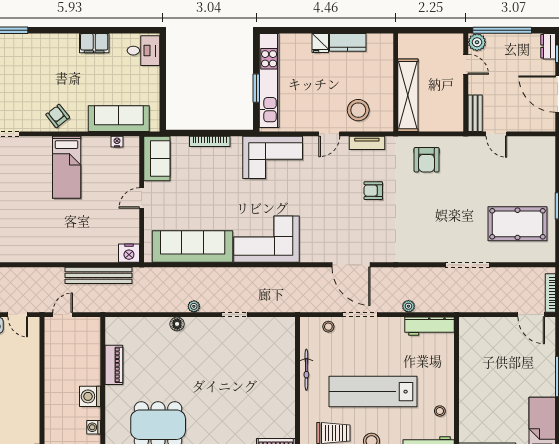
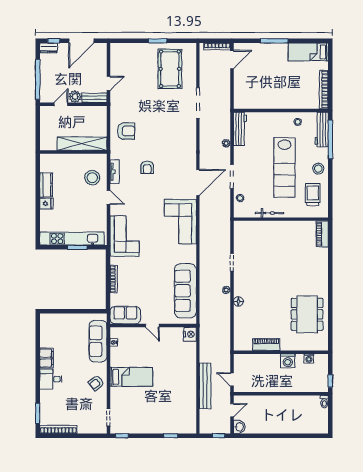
plant: (477, 42) -> (75, 97), moved
desk: (143, 51) -> (51, 379), moved, turned -90
corner sofa: (266, 239) -> (180, 222), moved
bench: (99, 275) -> (205, 386), moved

